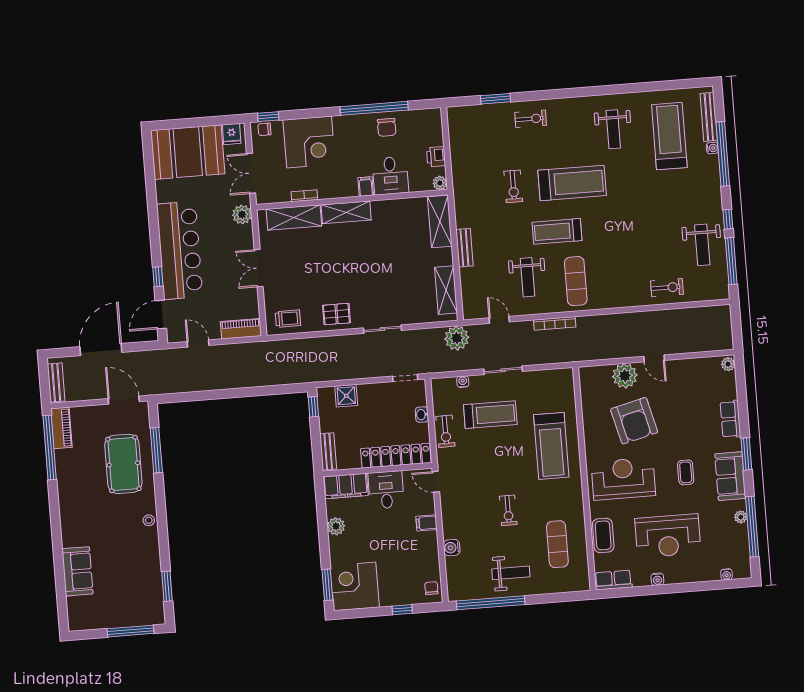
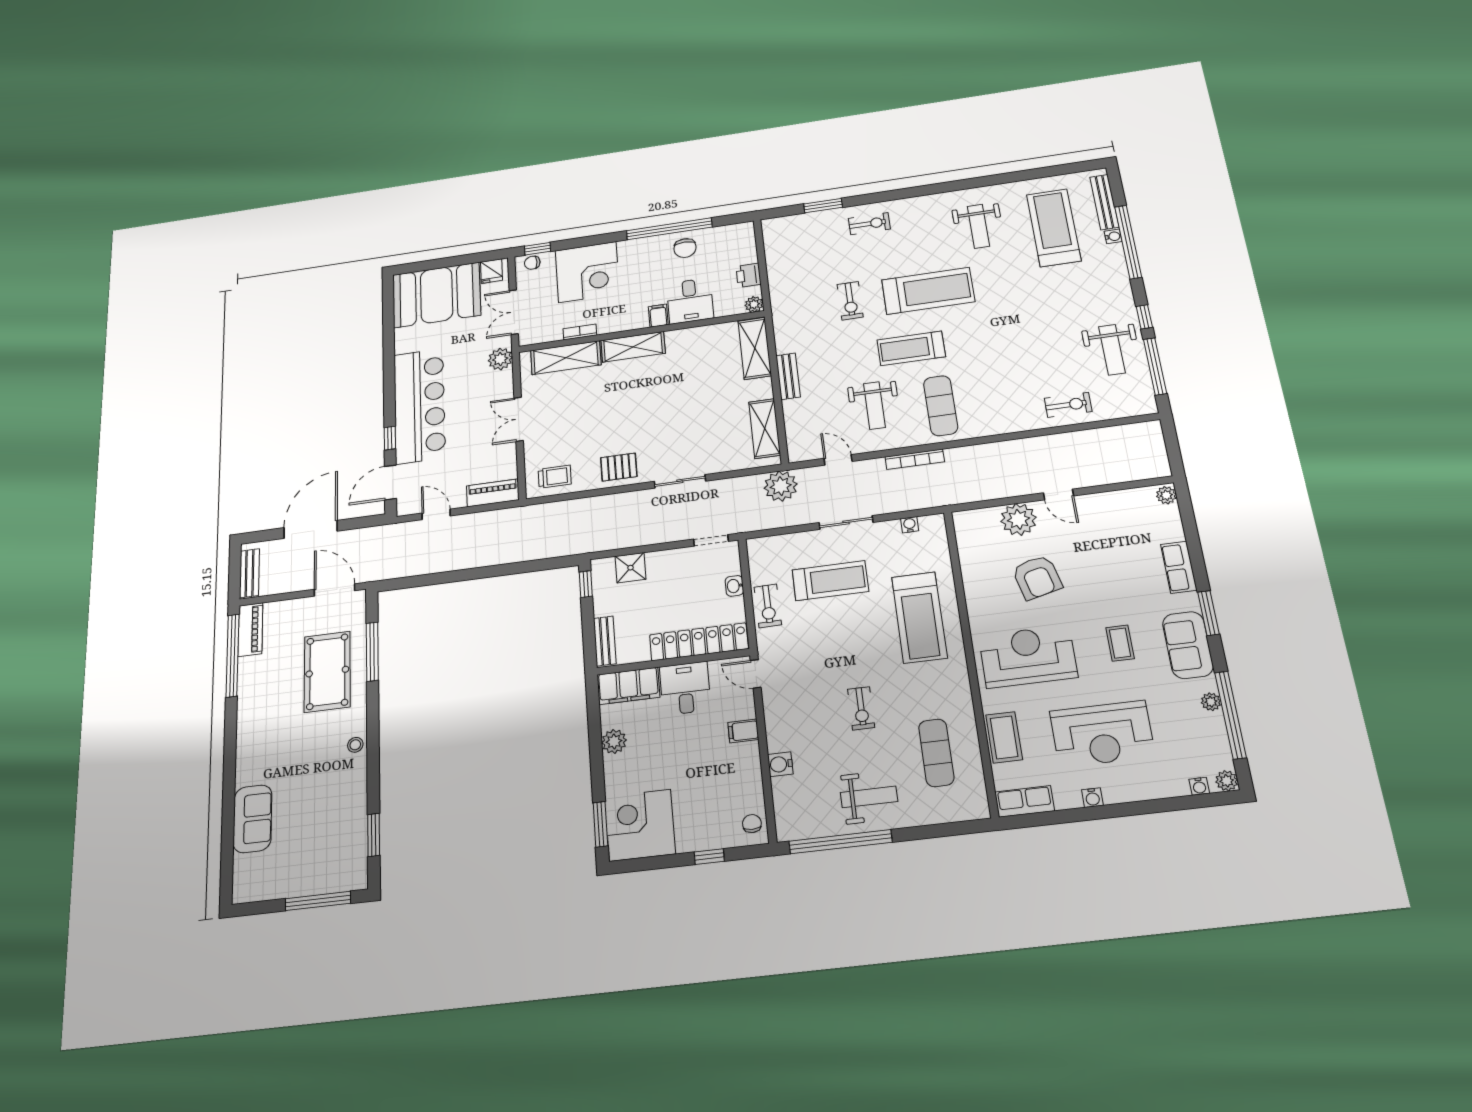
water cooler: (463, 382) -> (910, 525), moved
armchair: (634, 421) -> (1037, 577), width x0.73, depth x0.73
plant: (744, 571) -> (1227, 781), added

